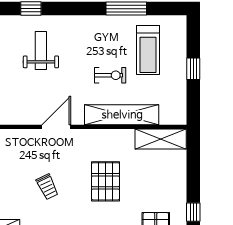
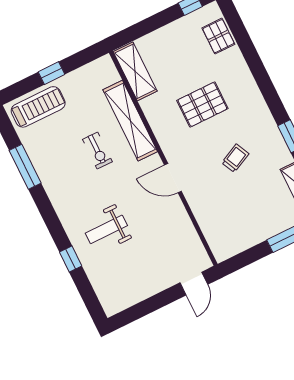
treadmill: (148, 50) -> (38, 107), moved
exercise bike: (110, 75) -> (97, 151), turned 180

